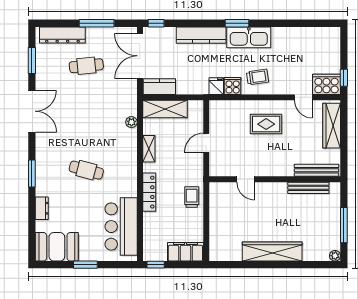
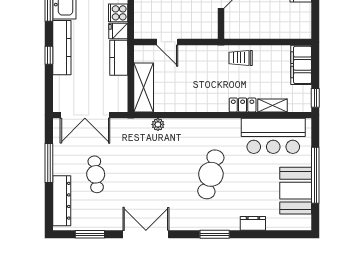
window: (156, 23) -> (49, 55), moved
kitchen counter: (159, 87) -> (119, 58), moved
door: (206, 143) -> (167, 42), moved
shelving: (149, 149) -> (272, 105), moved
cafe table: (86, 170) -> (211, 174), width x1.37, depth x1.35
locker: (149, 192) -> (243, 105), width x0.66
booth: (57, 247) -> (296, 191), moved
window: (85, 265) -> (315, 175), width x2.11

